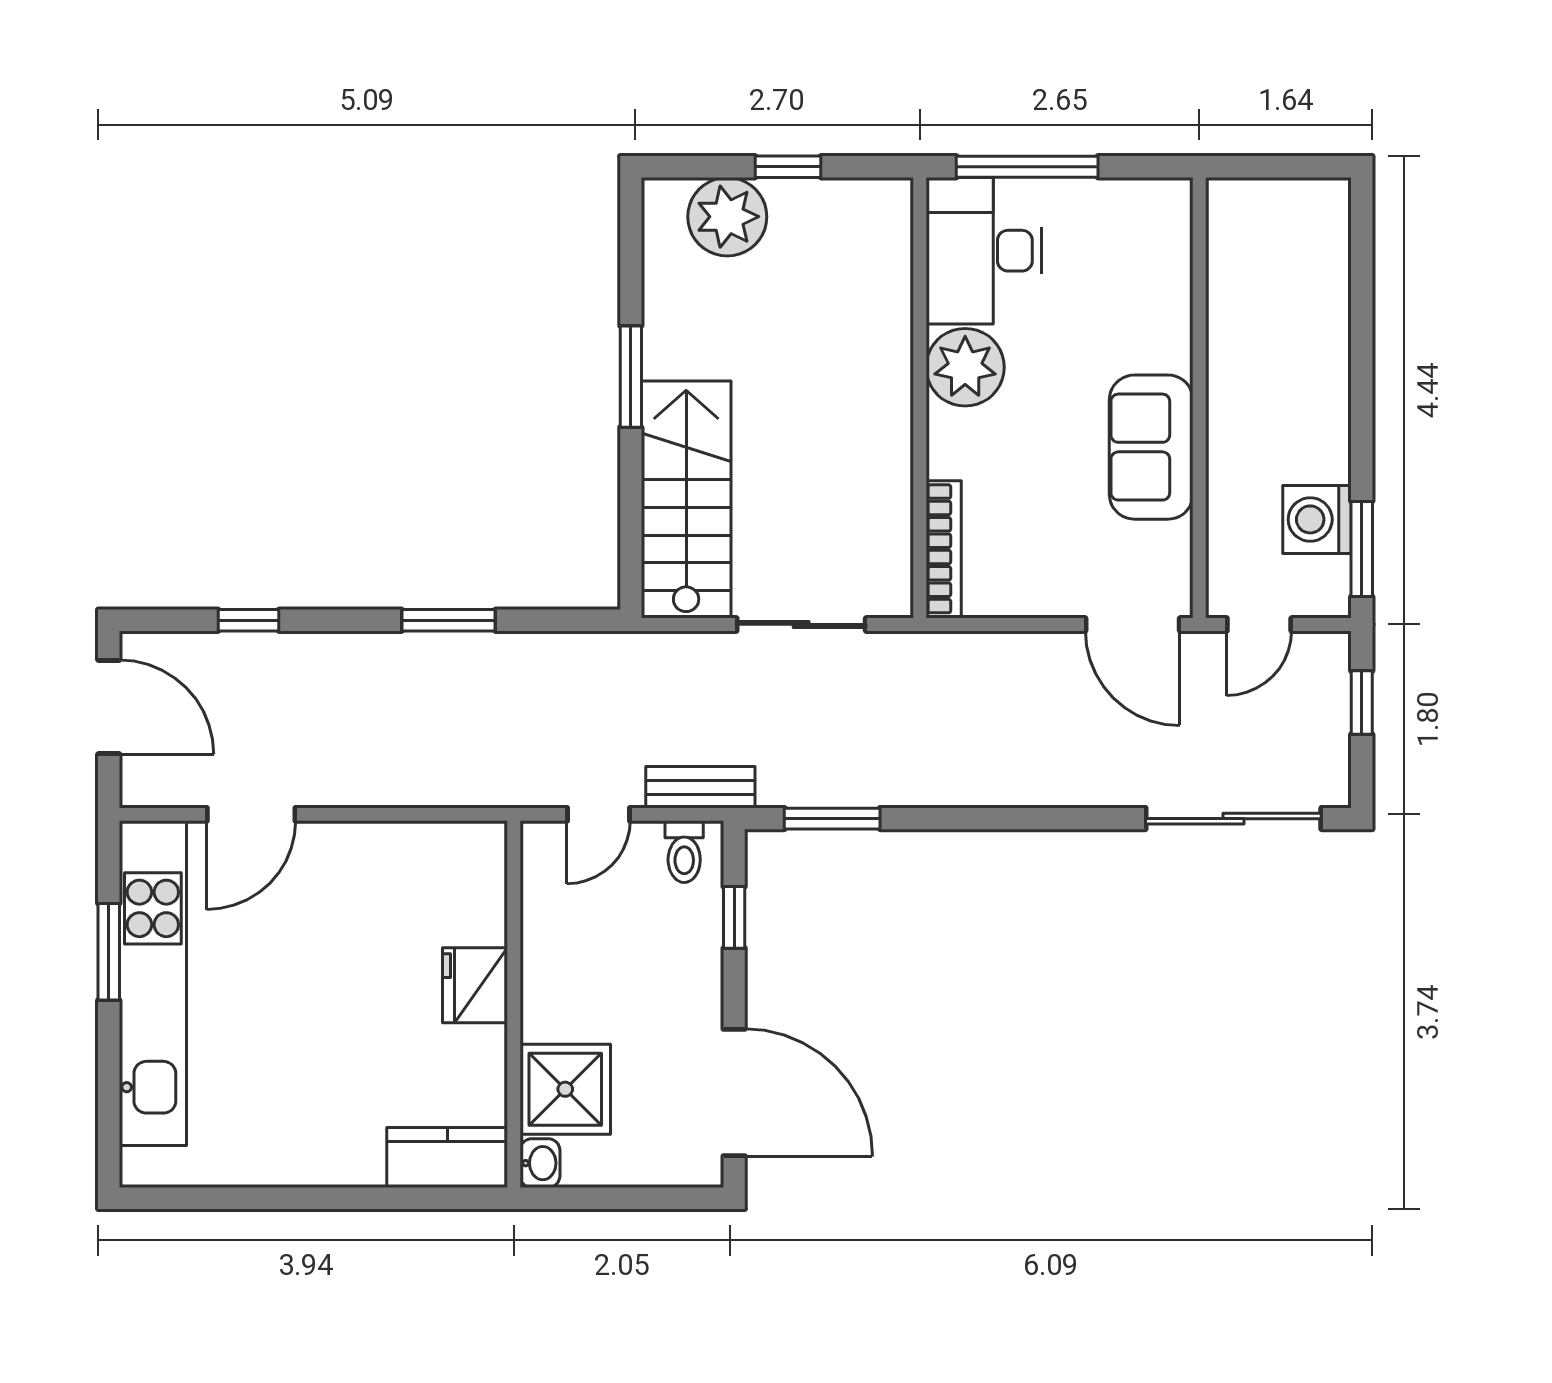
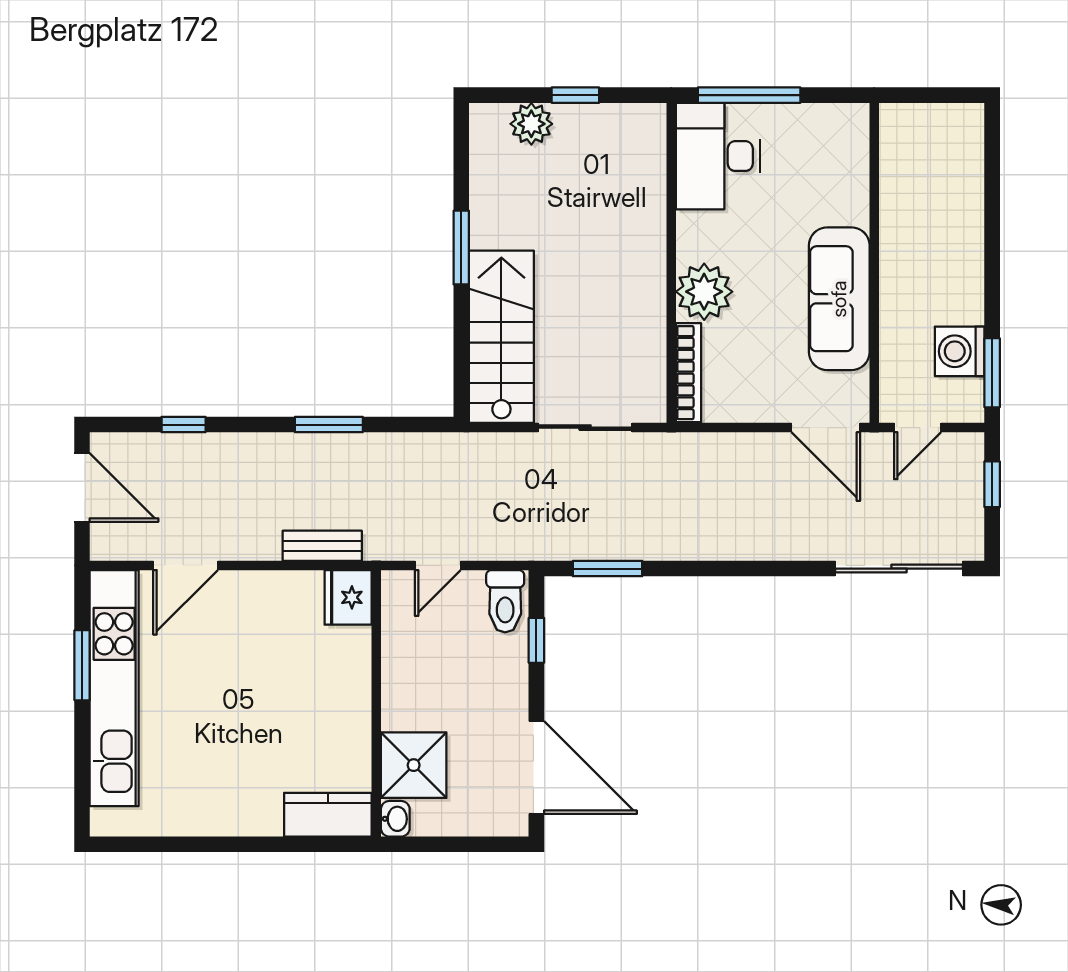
plant: (727, 217) -> (531, 124), width x0.73, depth x0.73
plant: (965, 367) -> (704, 292), moved
sofa: (1151, 447) -> (839, 299), width x1.36
bench: (700, 787) -> (322, 546), moved
toilet: (684, 852) -> (505, 601), width x1.37, depth x1.39
fridge: (475, 985) -> (348, 597), moved

